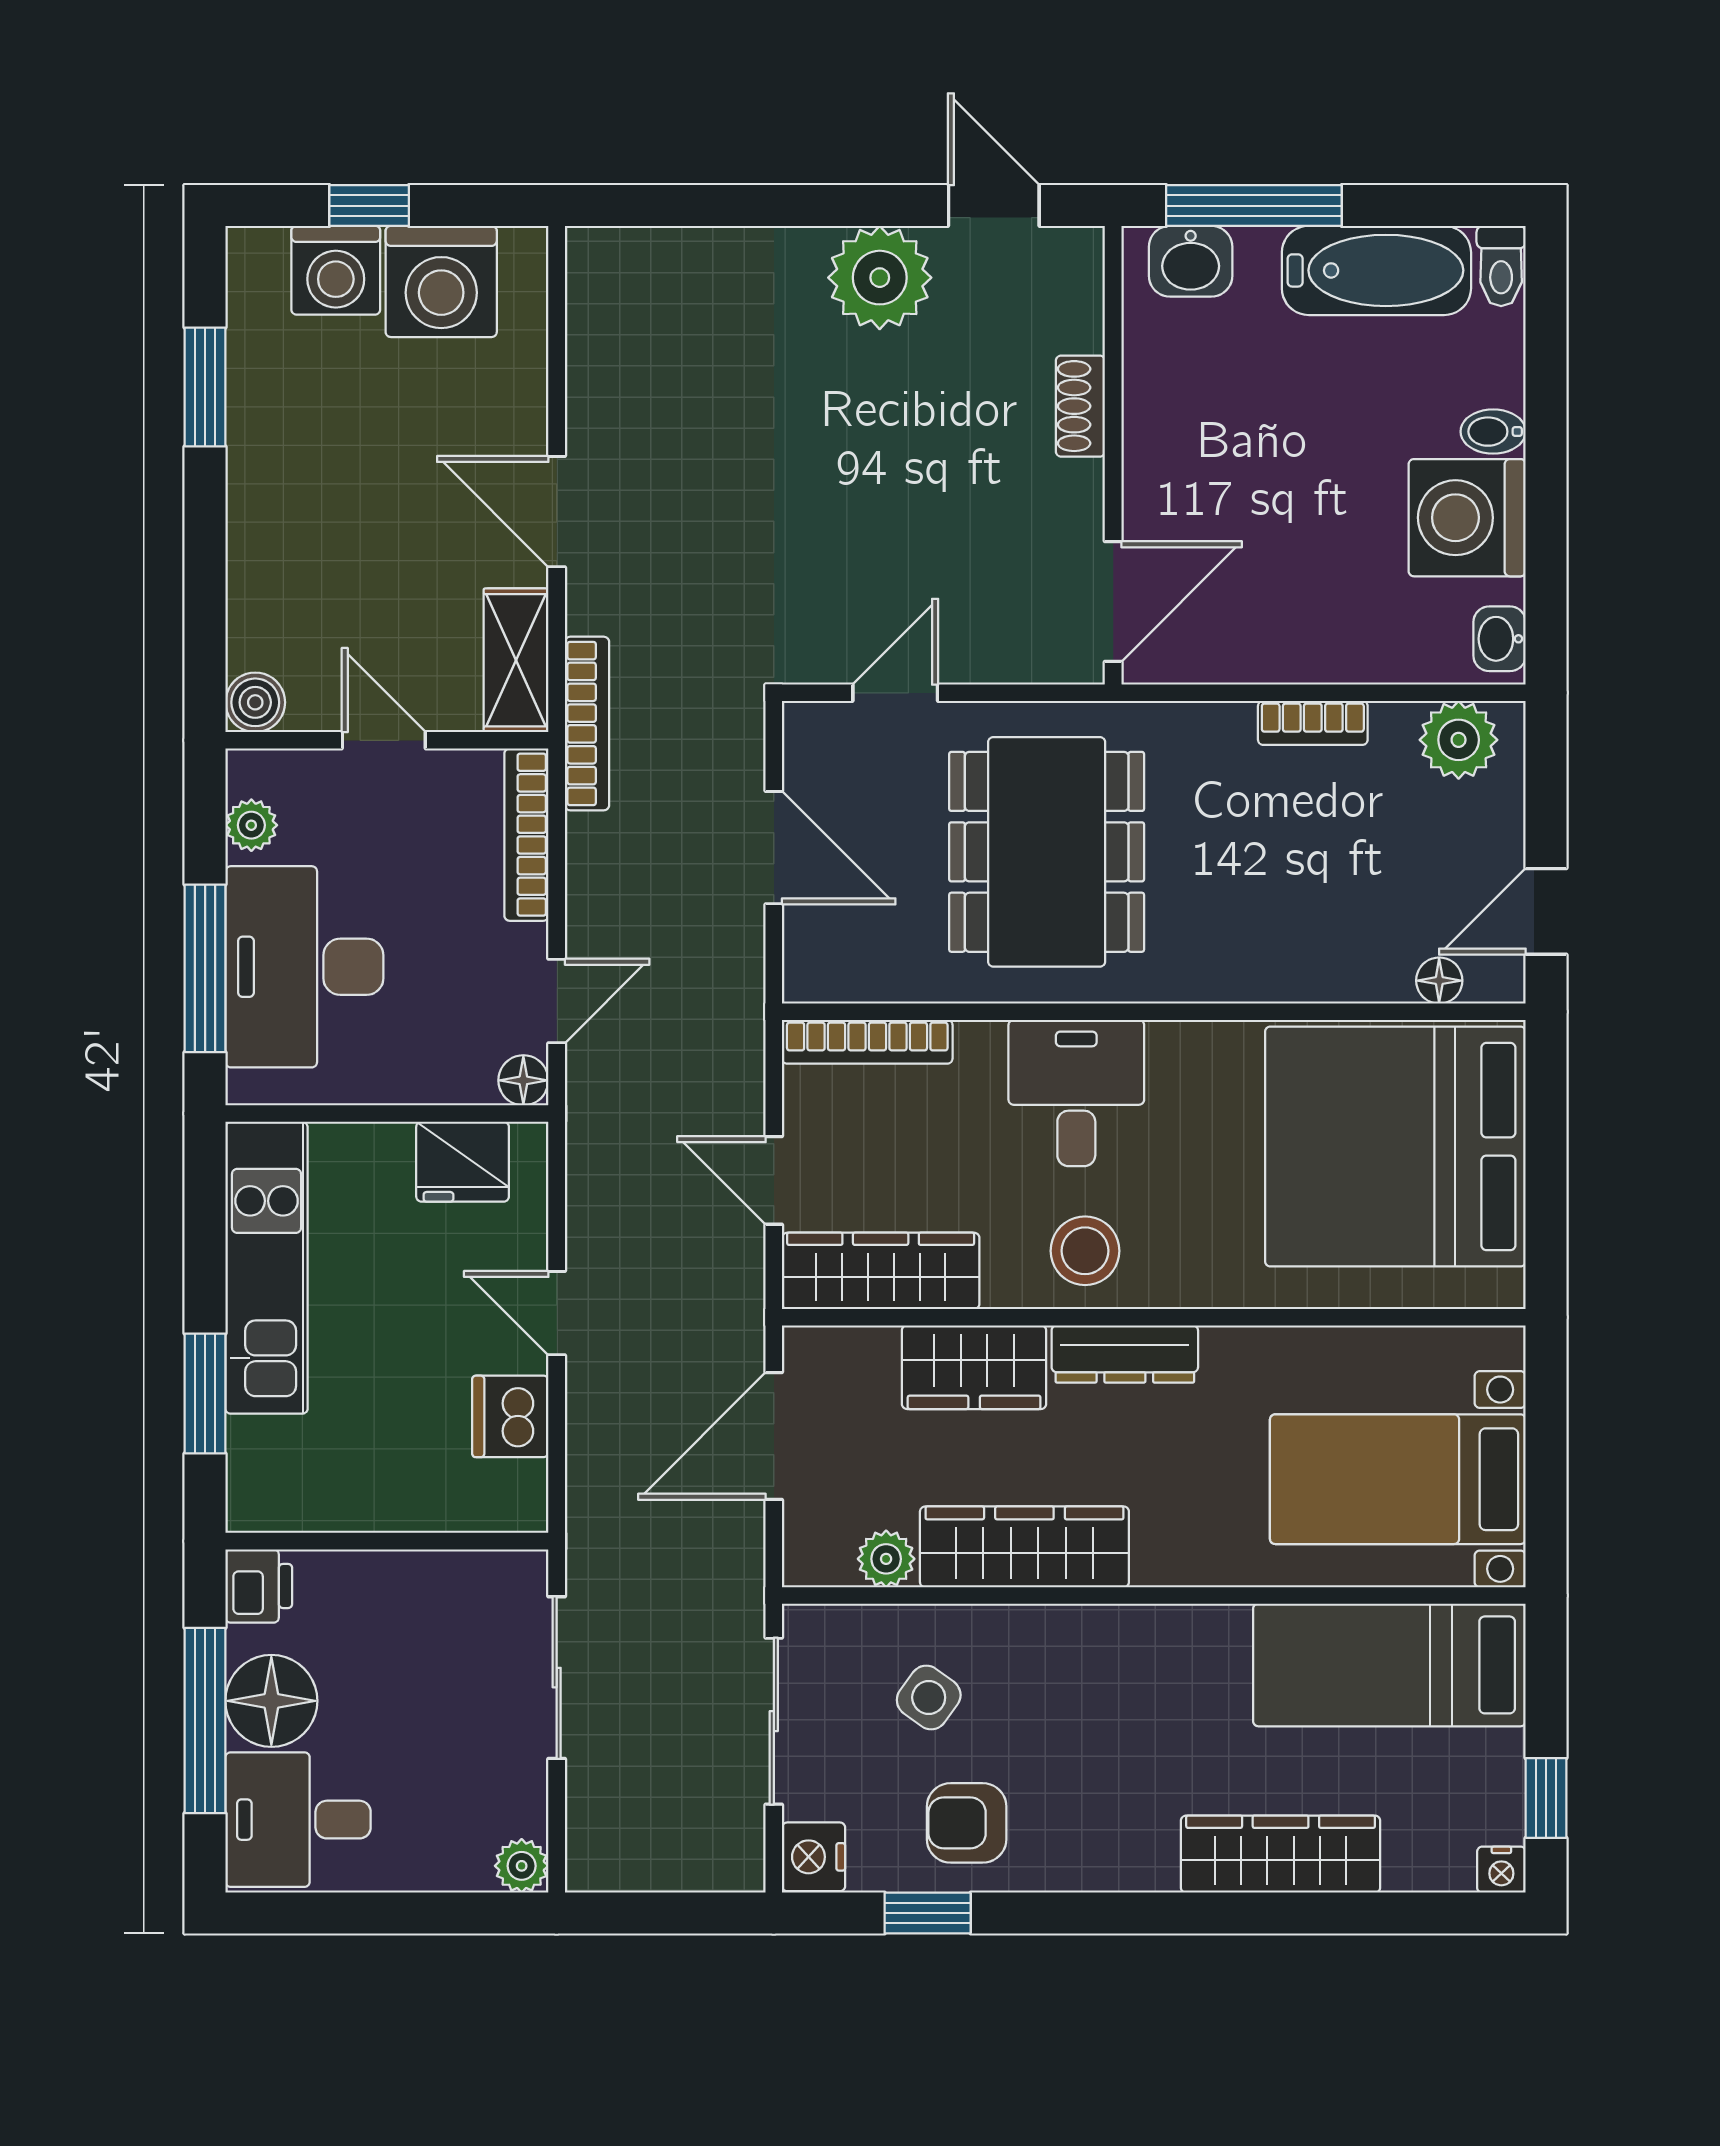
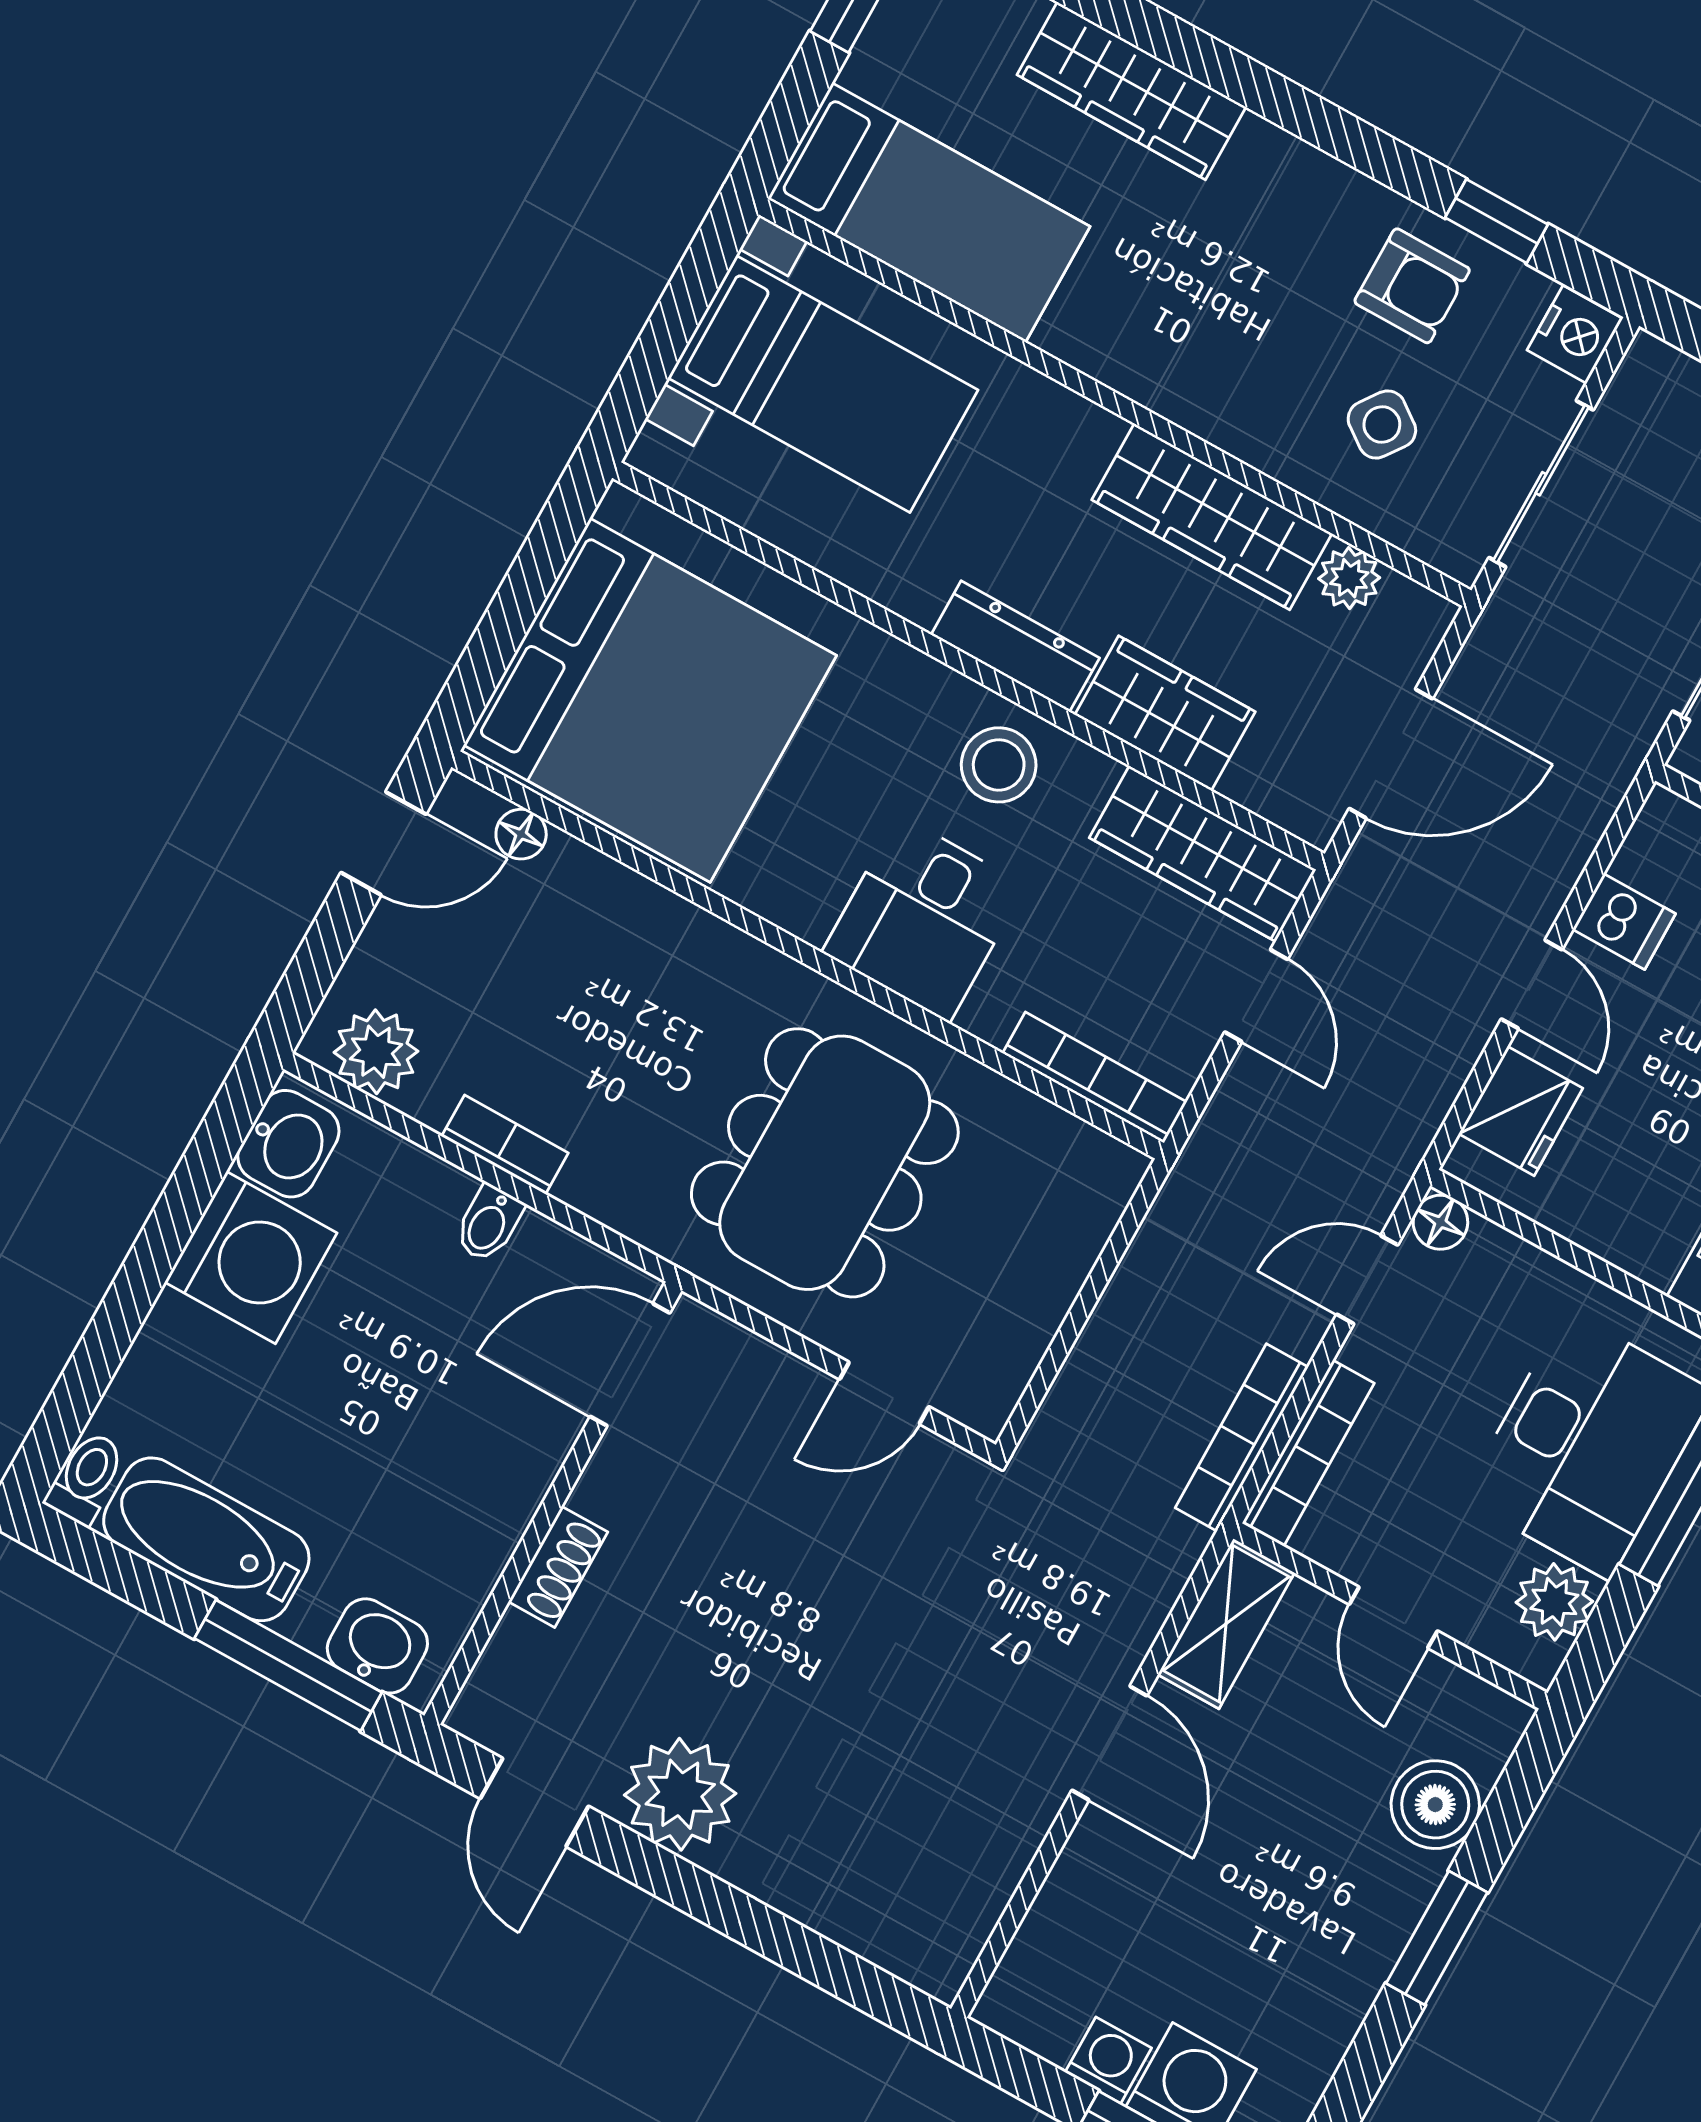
washing machine: (441, 281) -> (1108, 2060), width x0.53, depth x0.53
window: (205, 387) -> (1437, 1938), moved
bidet: (1493, 432) -> (489, 1223), moved, turned 90
washbasin: (1500, 639) -> (288, 1144), width x1.38, depth x1.45
boiler: (255, 702) -> (1435, 1805), moved, width x1.36, depth x1.36
bookcase: (587, 724) -> (1242, 1437), moved
plant: (251, 825) -> (1554, 1602), width x1.38, depth x1.38
door: (774, 848) -> (1081, 1310), removed
fridge: (463, 1162) -> (1521, 1111), moved, turned 90
dishwasher: (510, 1416) -> (1624, 922), width x0.73

